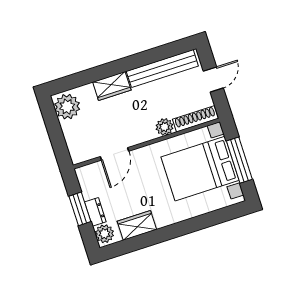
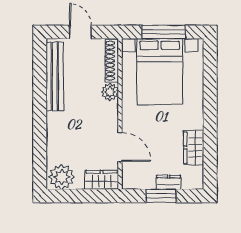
wardrobe: (112, 86) -> (102, 180), moved, turned -90
plant: (105, 234) -> (192, 180), removed

